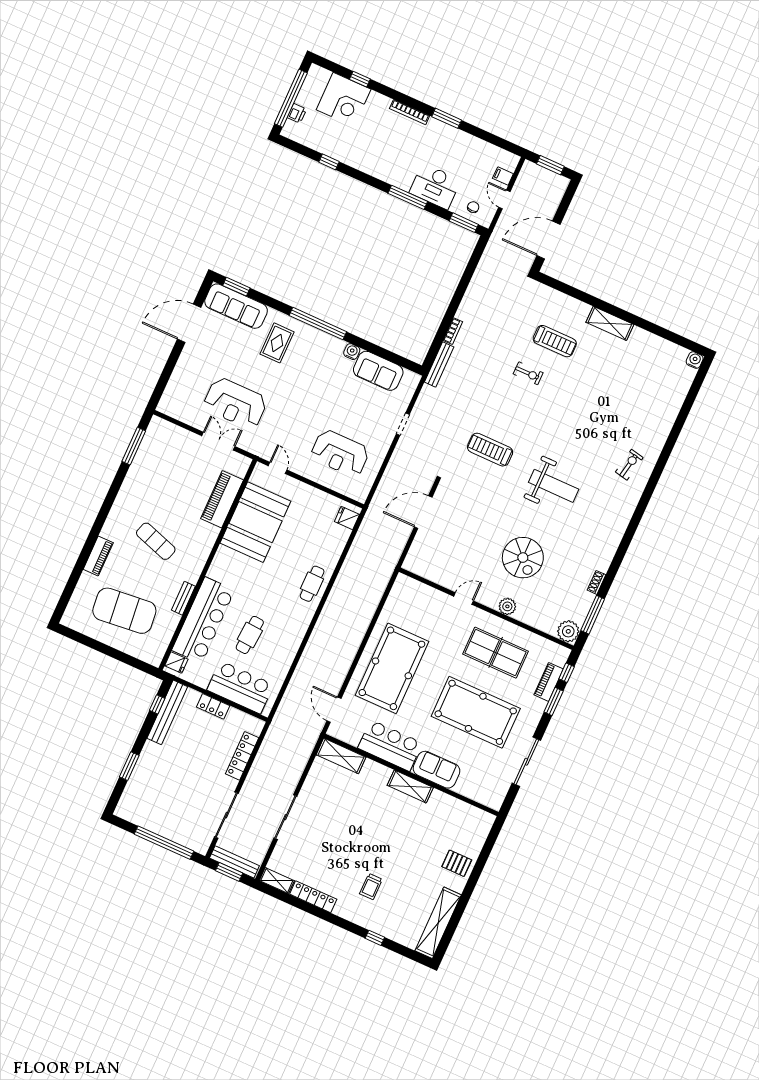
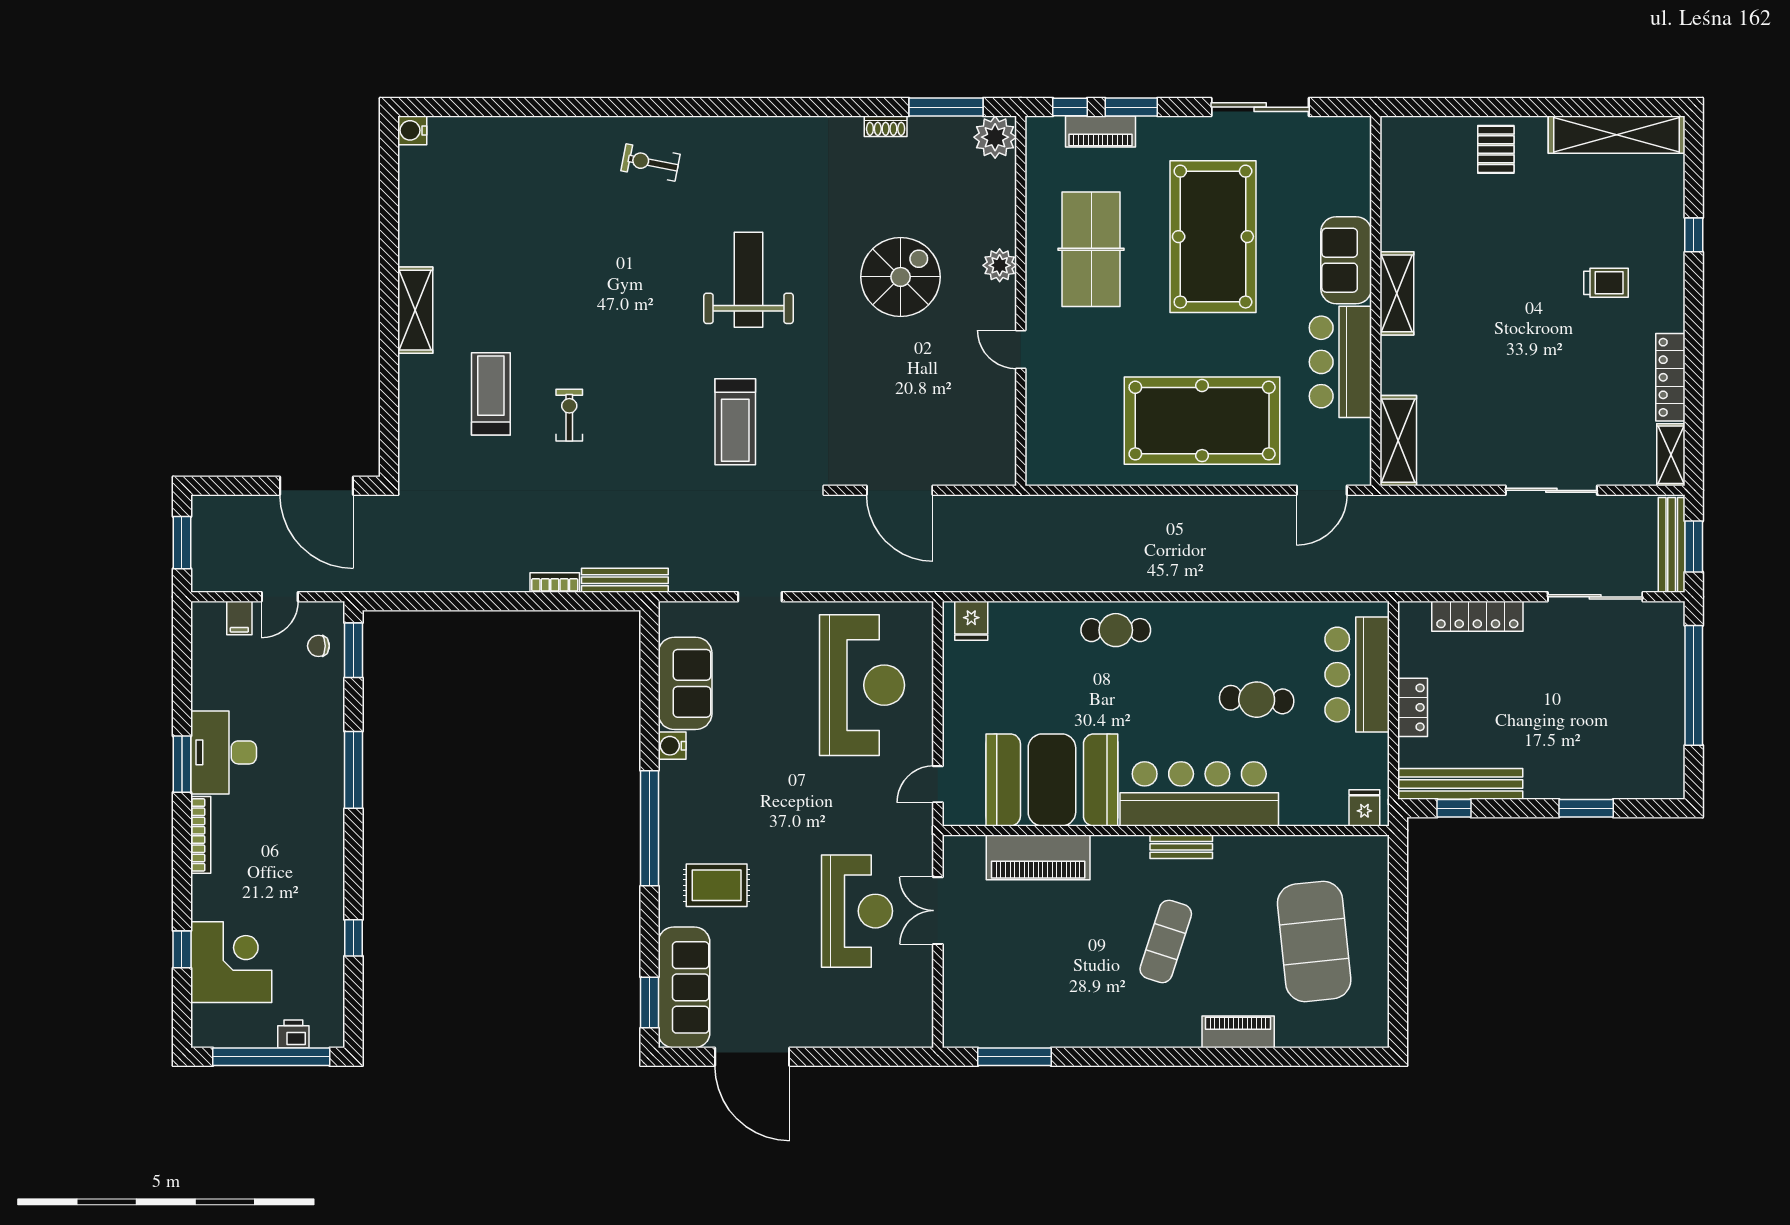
desk: (435, 186) -> (224, 752), moved, turned 180
reception desk: (340, 453) -> (862, 685), width x1.36, depth x1.30
bench: (183, 598) -> (1181, 847), moved
bar counter: (203, 620) -> (1199, 794), moved

